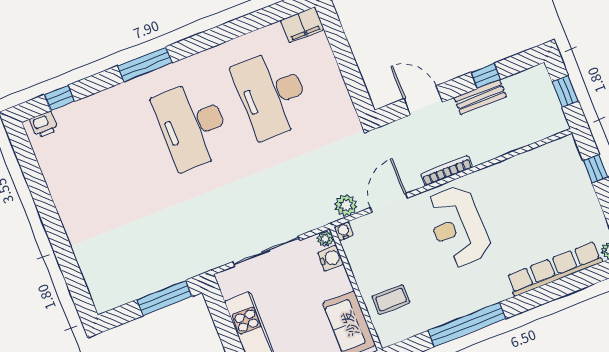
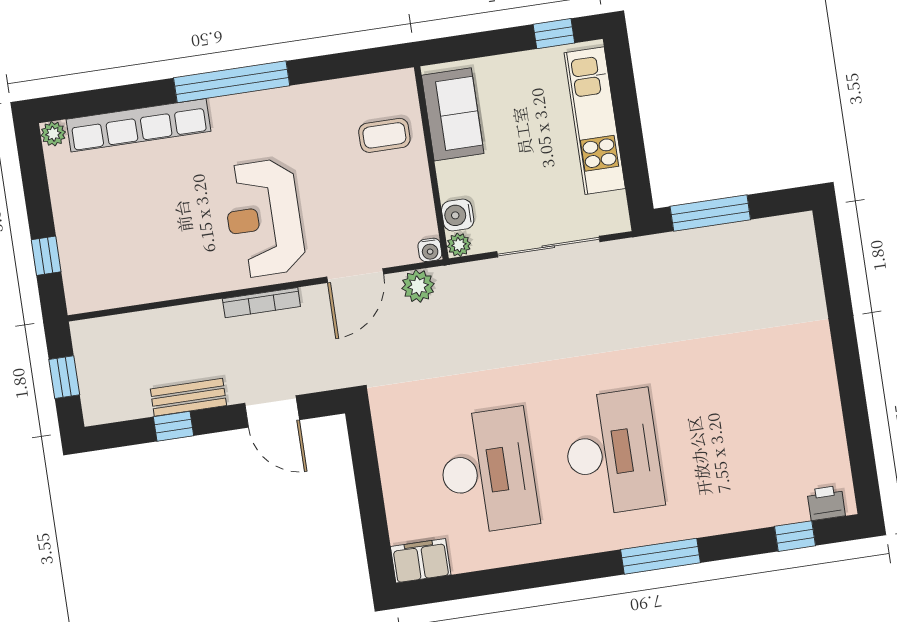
reception desk: (458, 227) -> (264, 218), turned 180
window: (467, 325) -> (232, 82), moved

